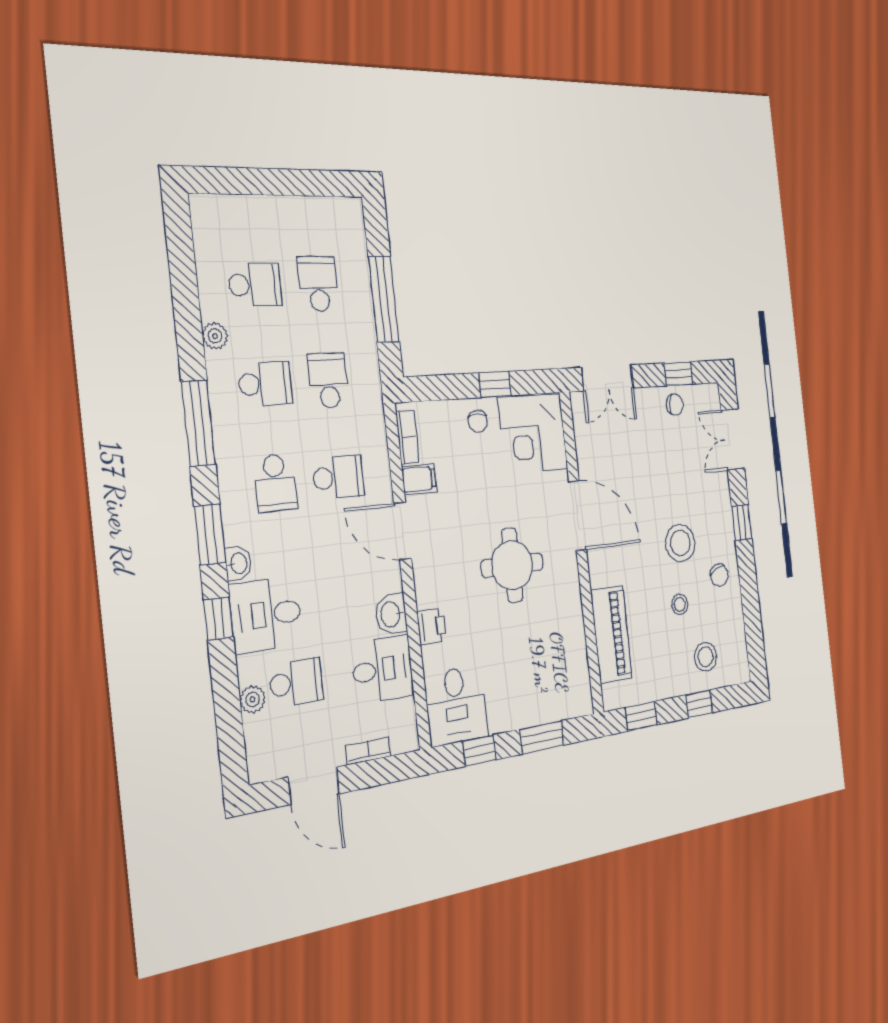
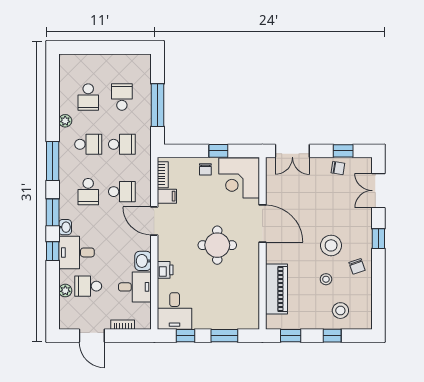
school desk: (255, 285) -> (88, 97), turned 90
school desk: (328, 380) -> (122, 144), turned 90
school desk: (296, 682) -> (88, 286), turned 180

